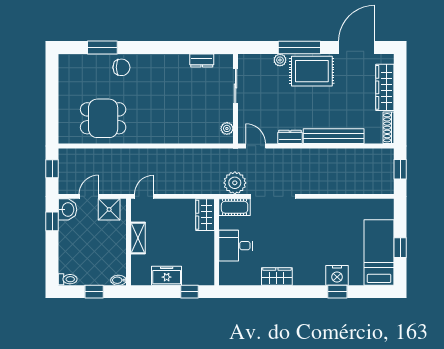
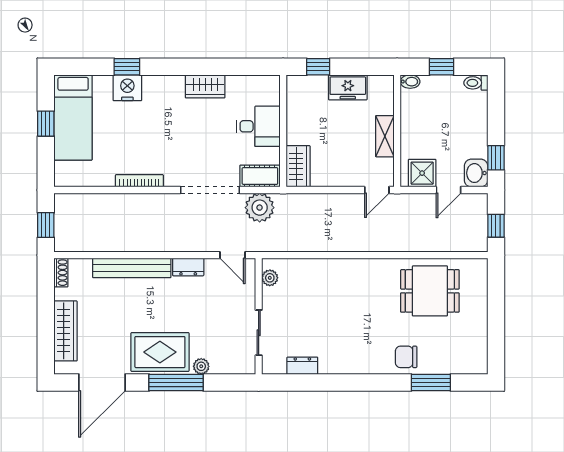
shoe rack: (388, 128) -> (61, 273), width x0.70
bookcase: (328, 203) -> (139, 181), added

